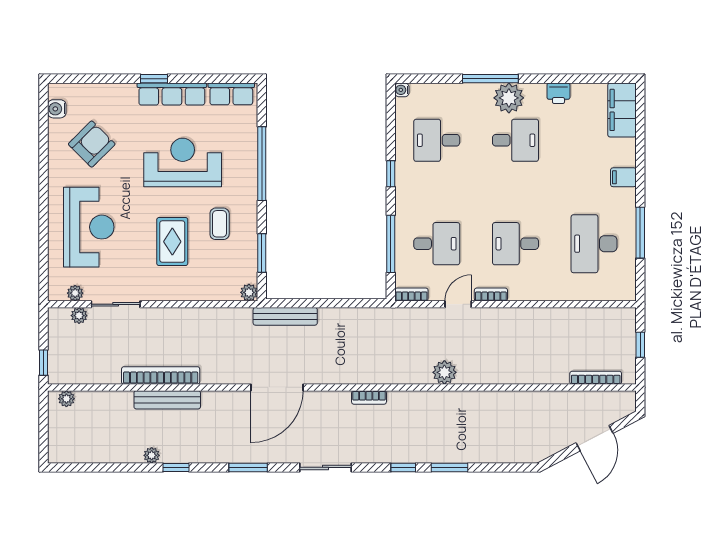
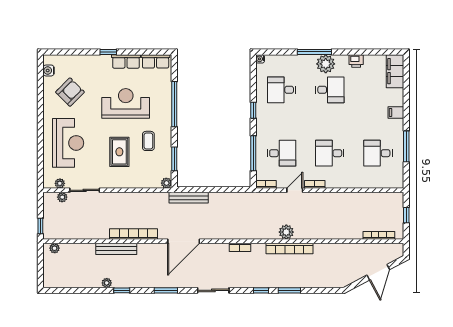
row of seats: (172, 94) -> (126, 61), width x0.68
desk: (594, 244) -> (378, 153), width x0.73
bookcase: (161, 375) -> (134, 234), moved
bookcase: (450, 399) -> (290, 248), added

